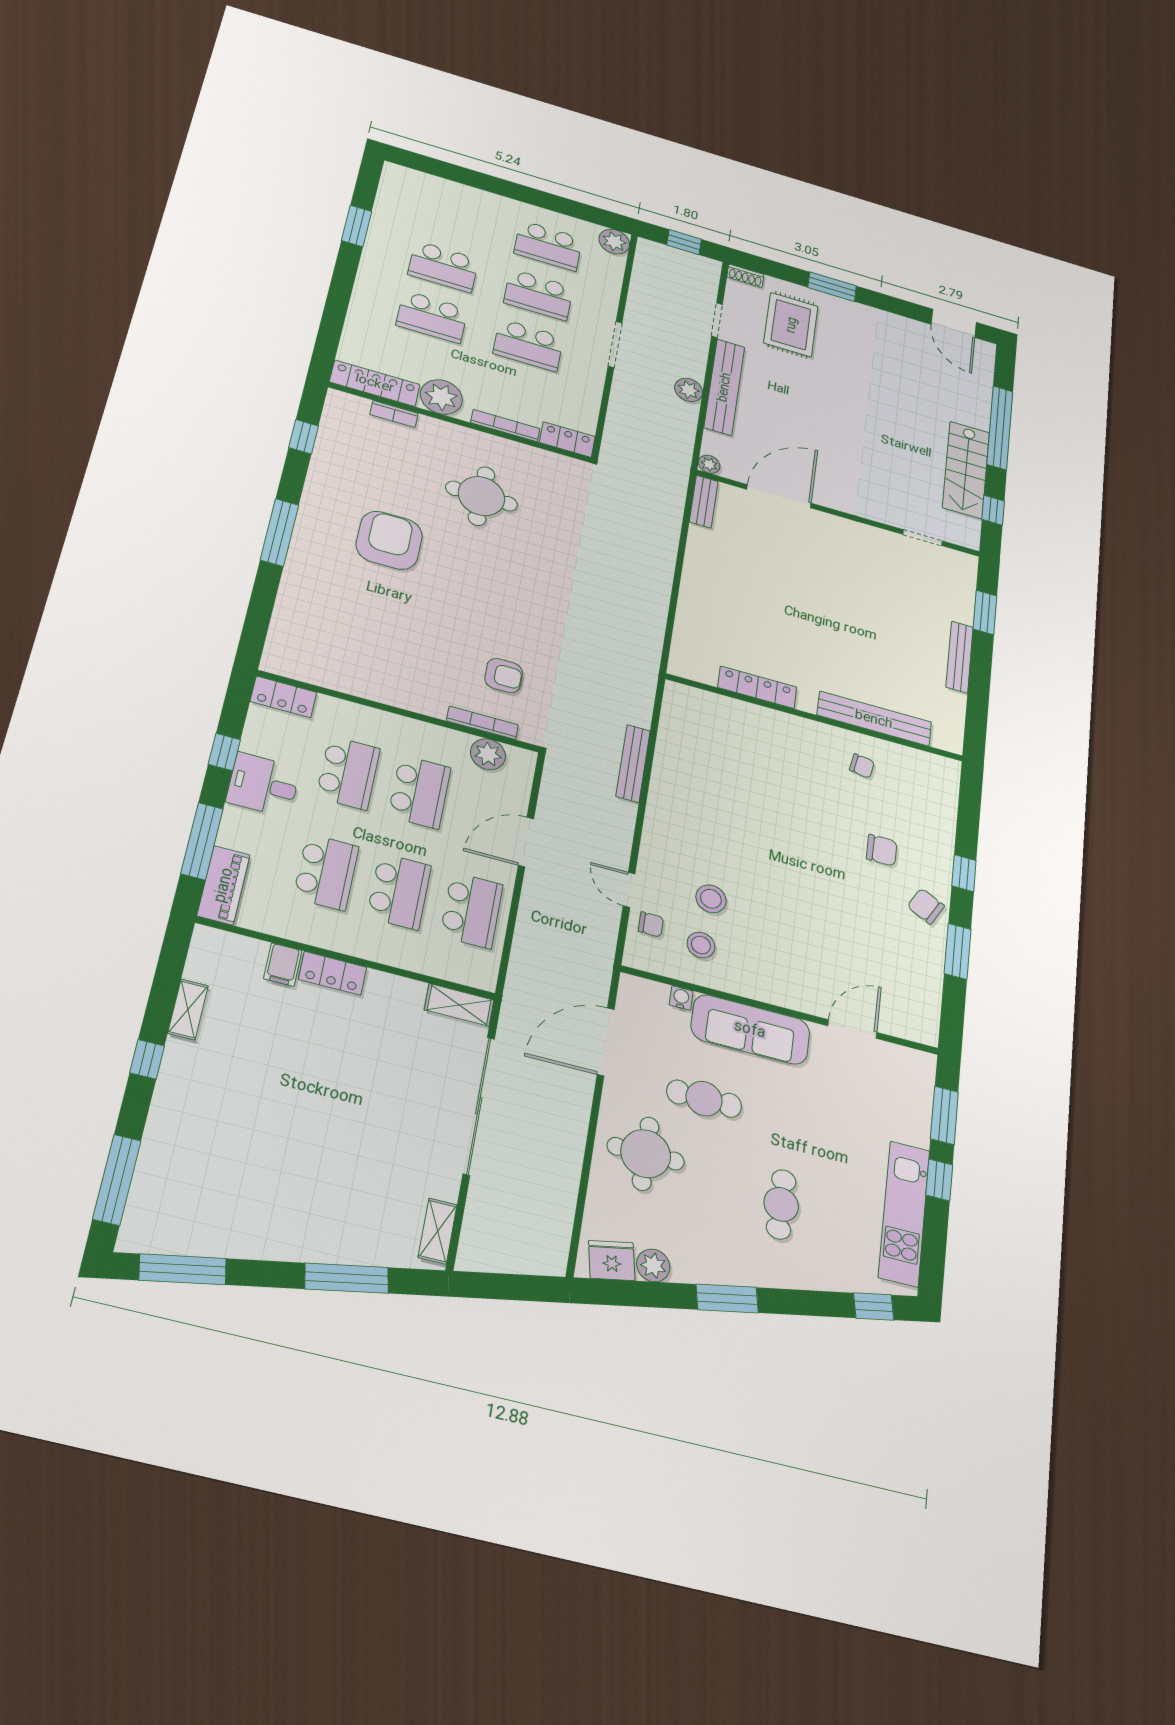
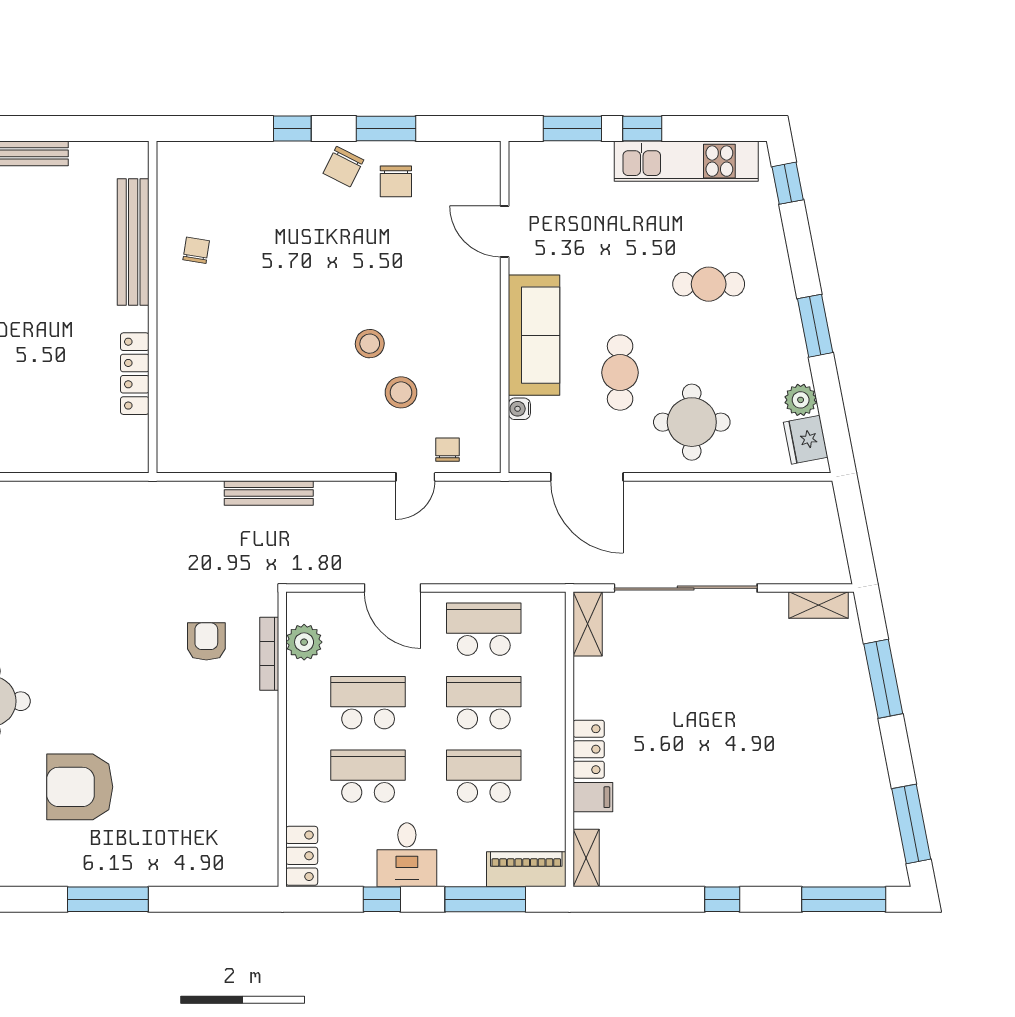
chair: (882, 850) -> (396, 181), moved, turned 180
stool: (701, 945) -> (370, 344), moved
shelving: (188, 1009) -> (586, 858), moved, turned 90

